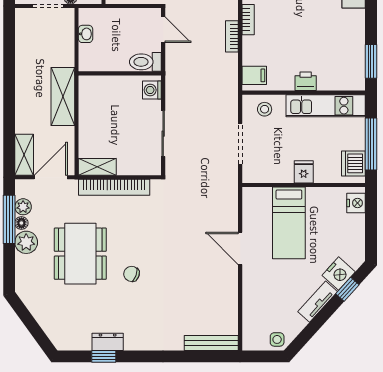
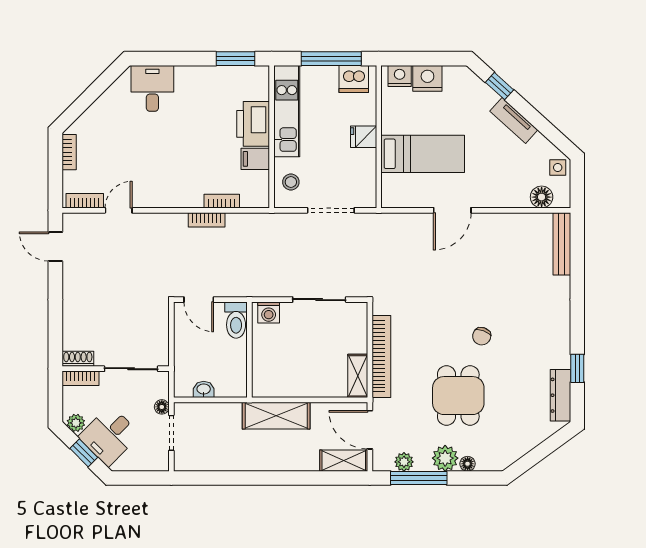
bookcase: (248, 20) -> (222, 201), moved
door: (163, 30) -> (199, 300), swing flipped
filing cabinet: (254, 75) -> (255, 159), moved, turned -90
printer: (306, 81) -> (253, 124), width x1.87, depth x1.48
floor lamp: (21, 223) -> (468, 464), moved
dining table: (80, 254) -> (458, 396), width x0.73
nightstand: (339, 274) -> (427, 78), moved, turned -42
floor lamp: (252, 326) -> (542, 197), added
dresser: (108, 342) -> (560, 395), moved, width x1.44

